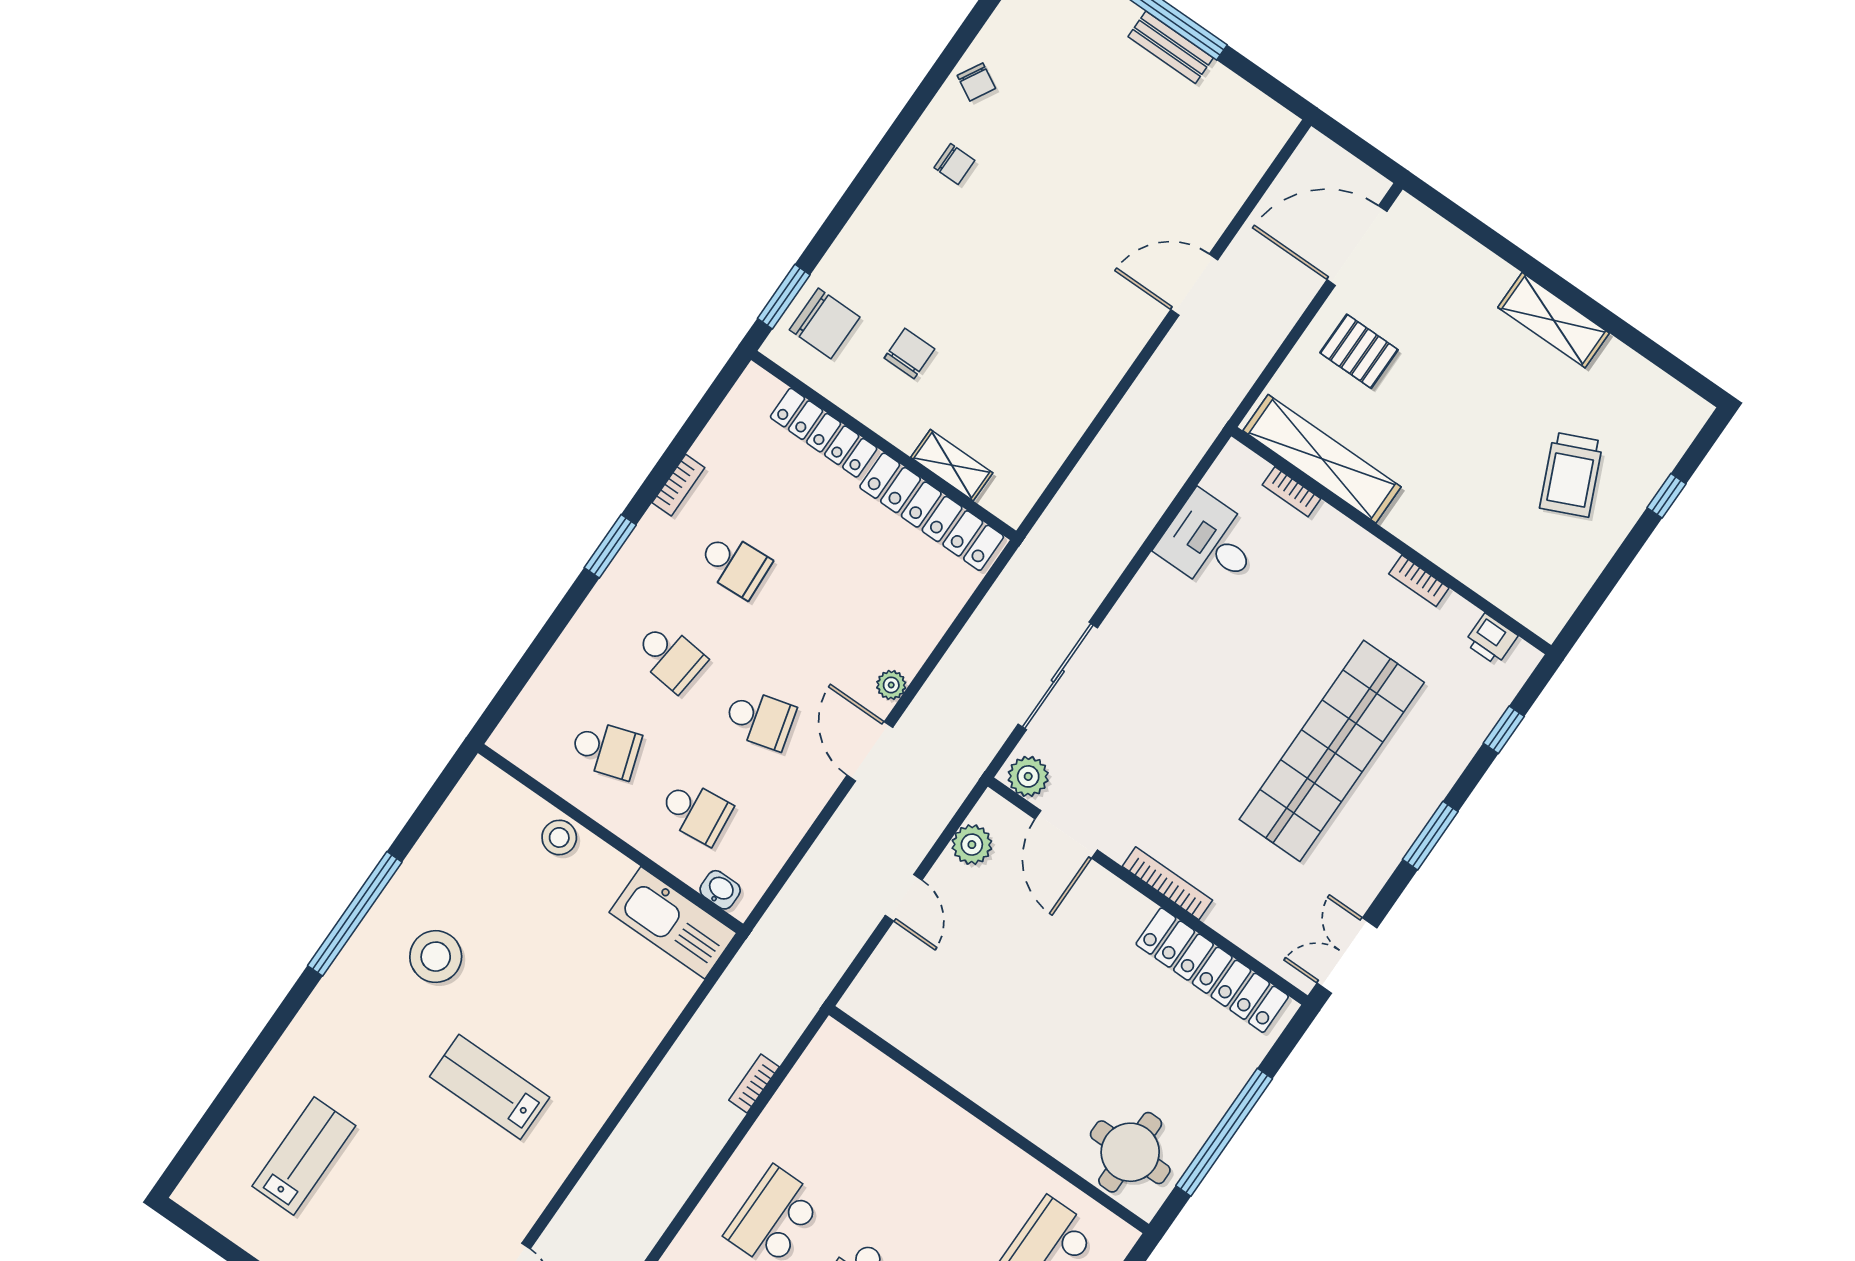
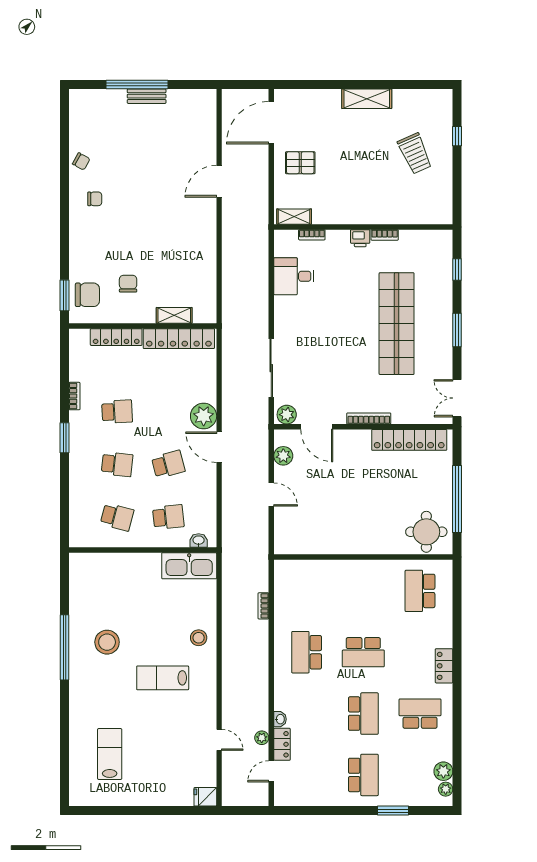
shelving: (1322, 459) -> (294, 217), width x0.45, depth x0.75
printer: (1491, 639) -> (360, 238), moved
plant: (891, 685) -> (204, 416), width x1.87, depth x1.87
school desk: (606, 749) -> (117, 517), turned 33
stool: (559, 837) -> (199, 638), moved

